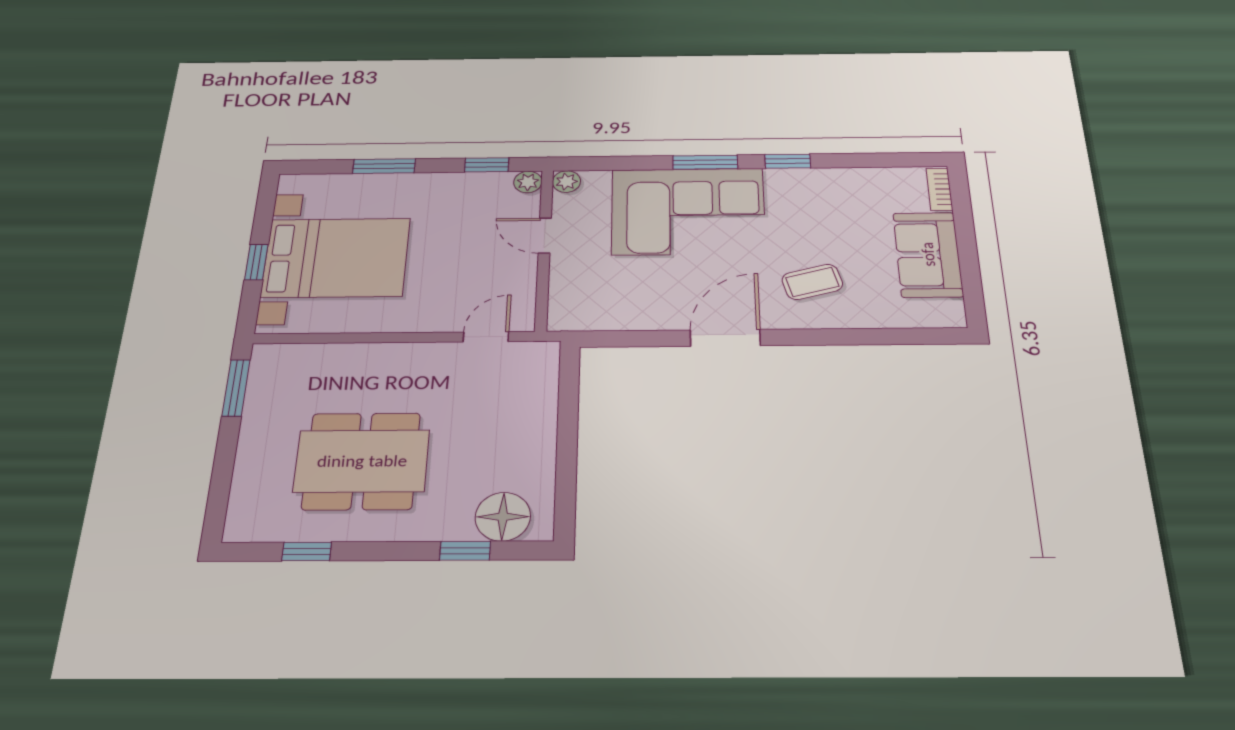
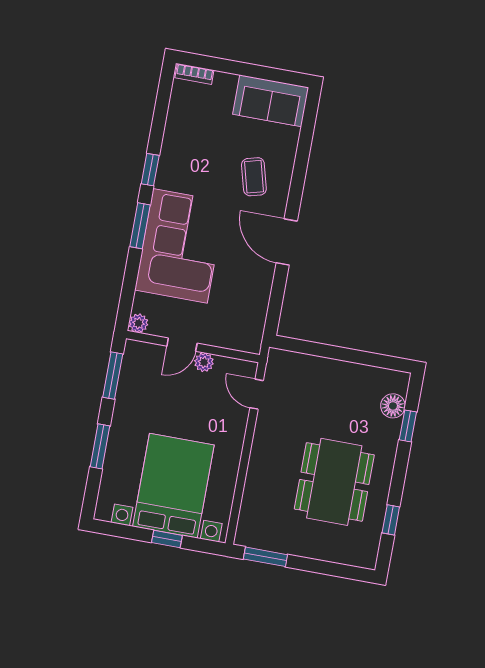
window: (487, 165) -> (113, 376), width x1.50
plant: (528, 182) -> (204, 362), moved
sofa: (928, 254) -> (271, 101), moved
floor lamp: (503, 517) -> (393, 406), width x0.73, depth x0.73

